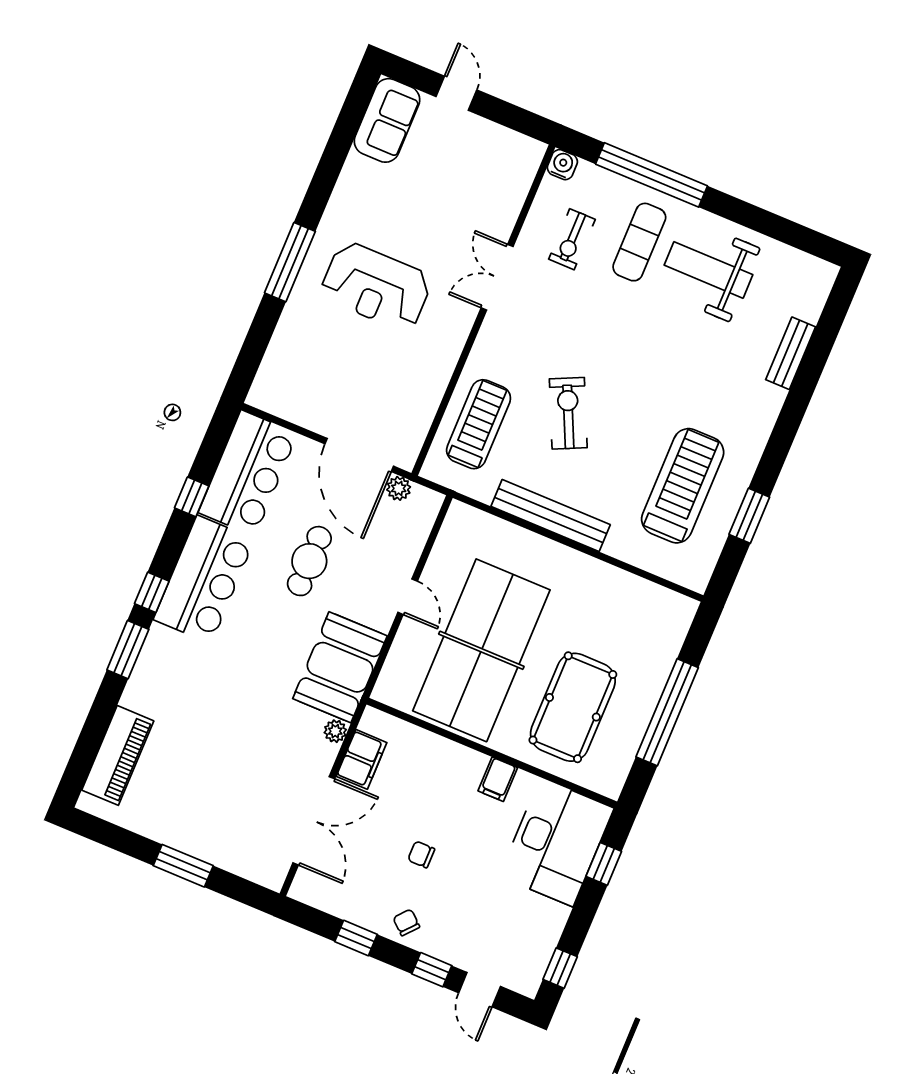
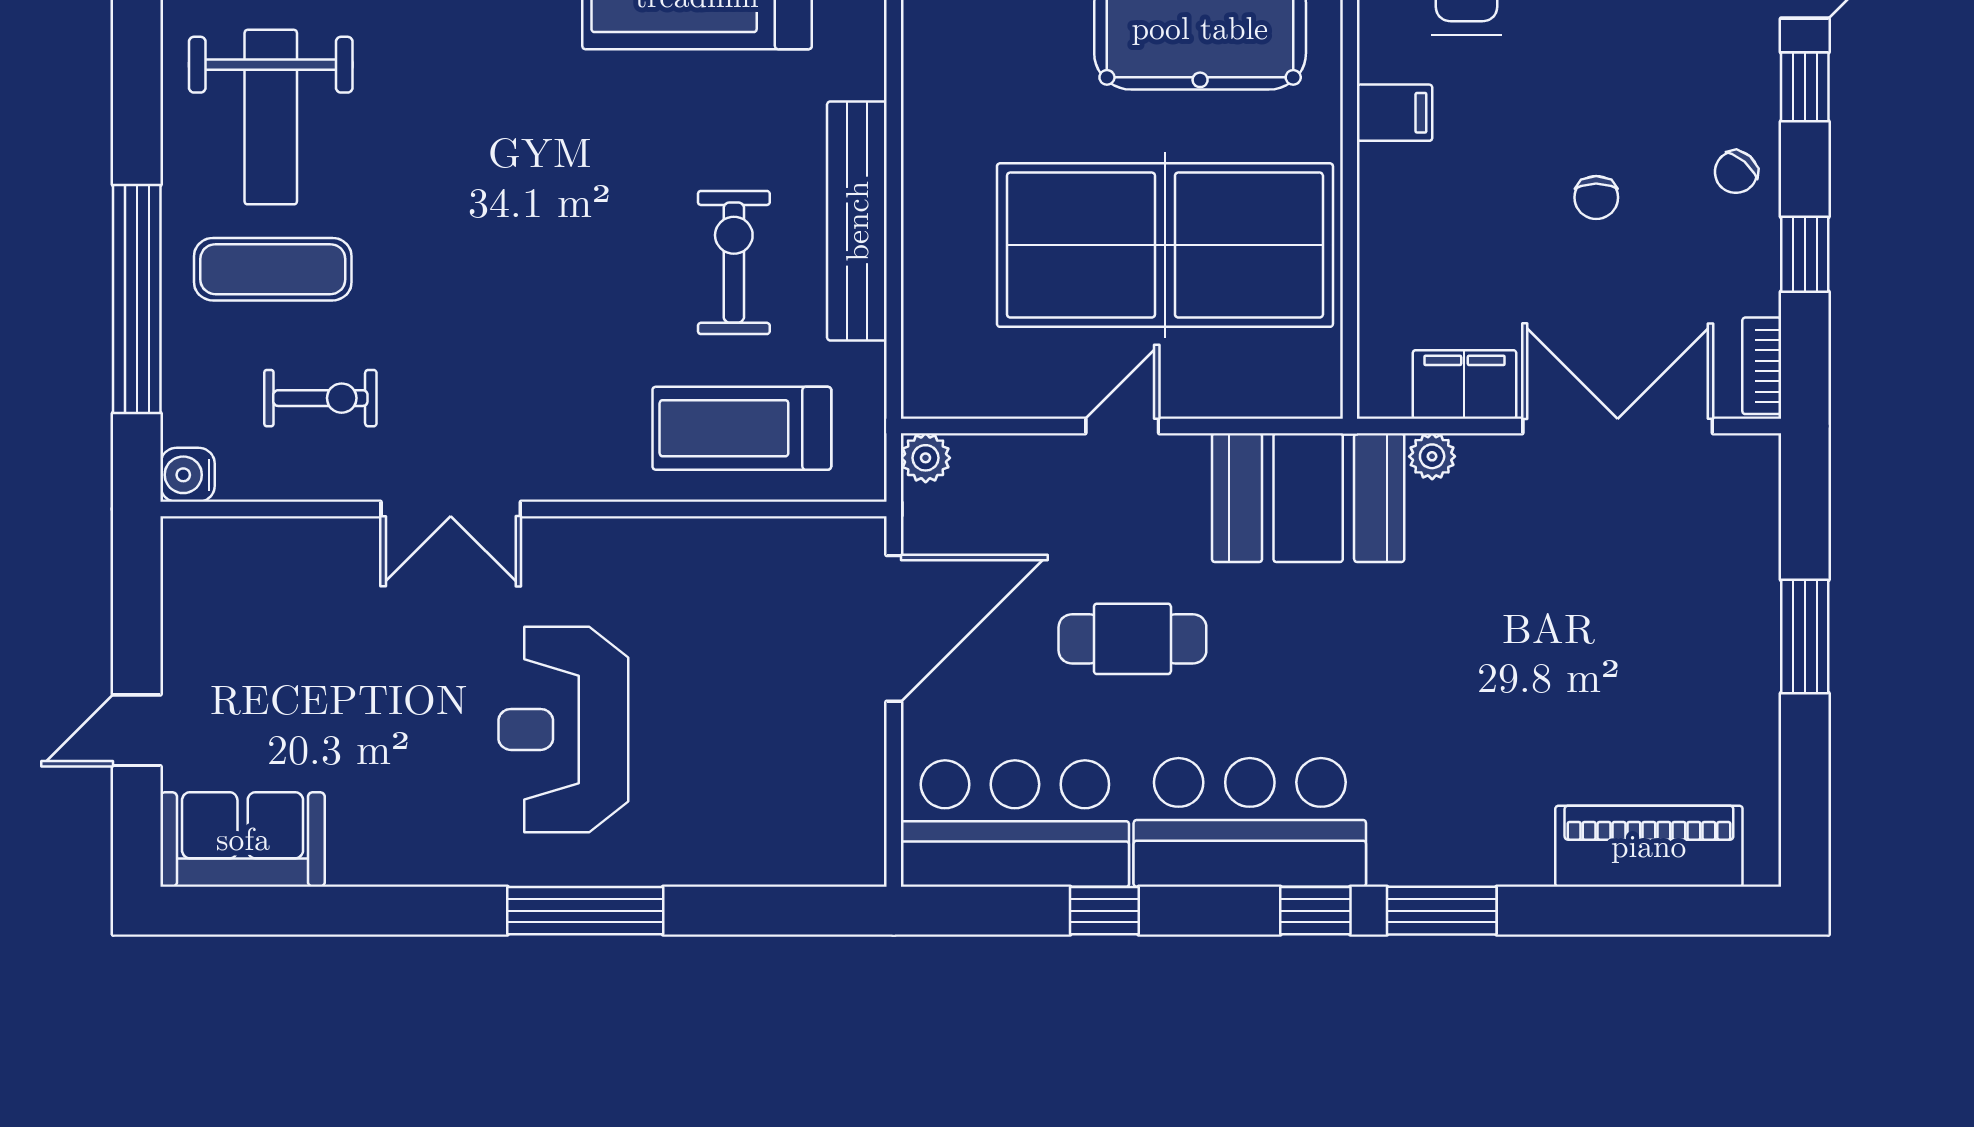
reception desk: (376, 286) -> (563, 729), turned 180
exercise bike: (568, 413) -> (734, 262), moved, turned 115
plant: (399, 488) -> (926, 458), moved
bookcase: (314, 897) -> (1762, 366), added

